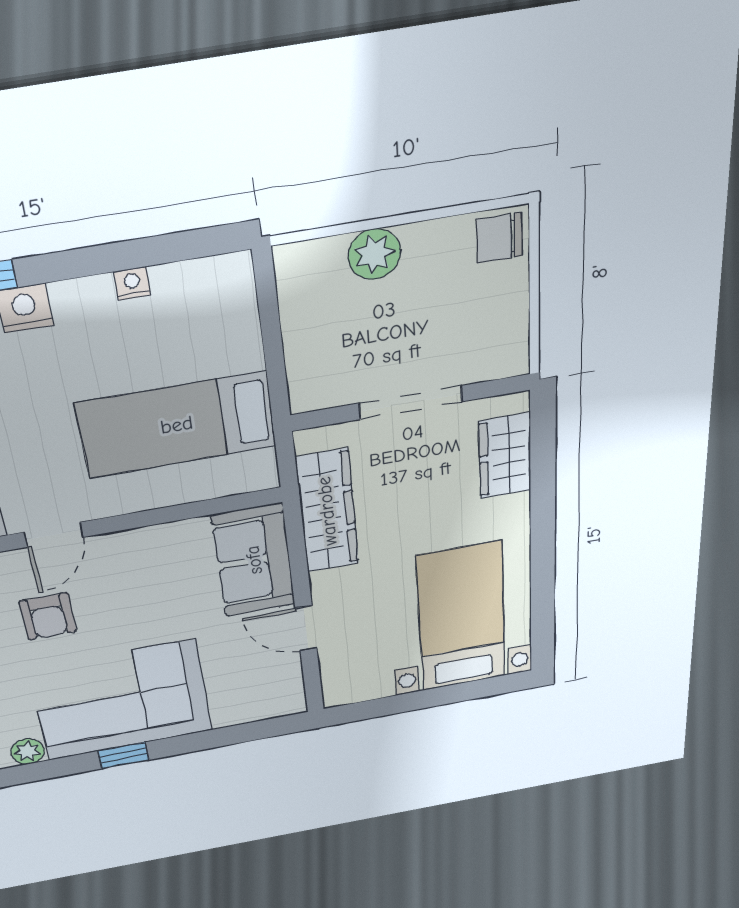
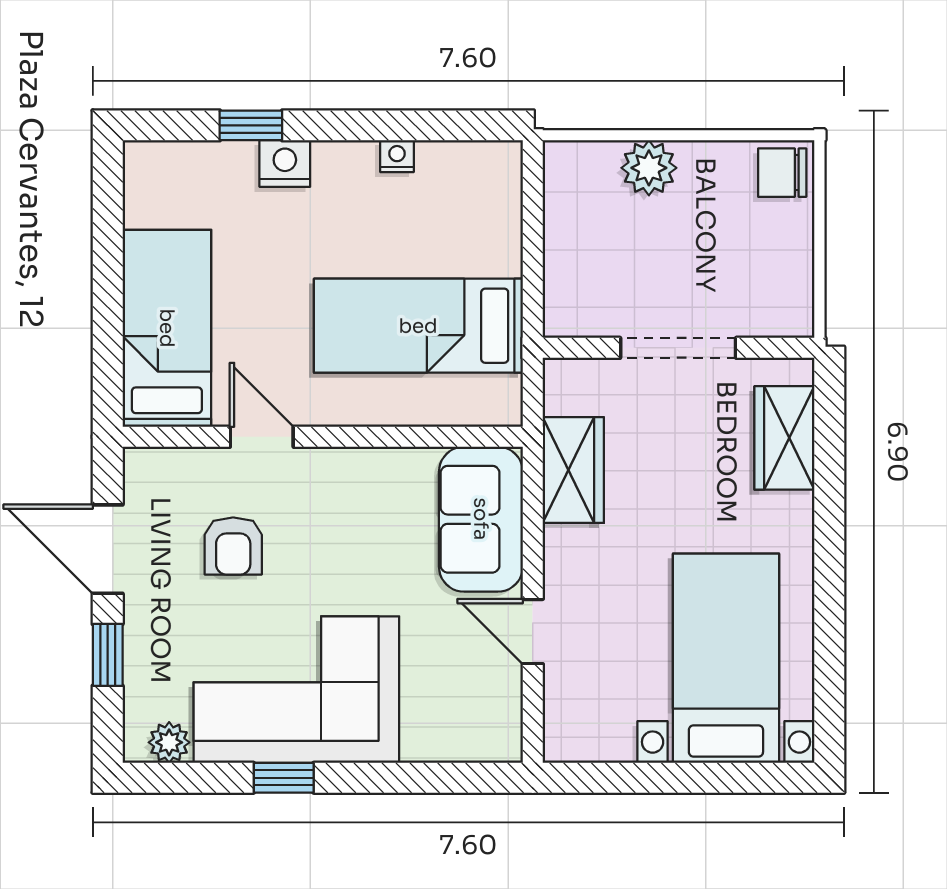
wardrobe: (327, 511) -> (573, 470), width x0.67
door: (54, 535) -> (262, 437), swing flipped

